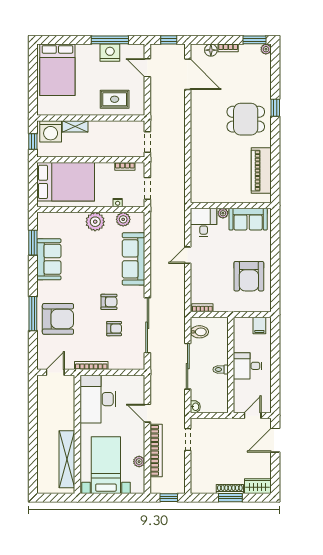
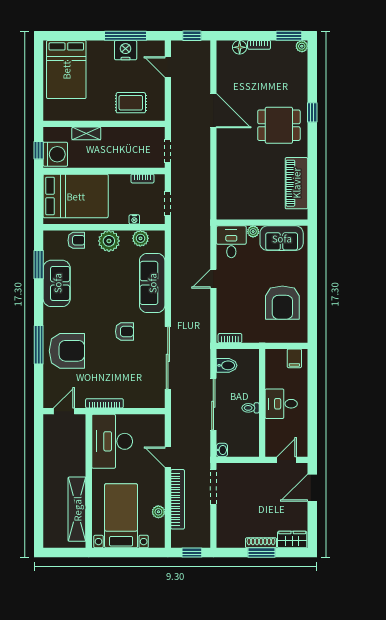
door: (188, 74) -> (213, 111), moved
washing machine: (51, 131) -> (55, 154), moved, turned -90
armchair: (114, 329) -> (76, 240), moved
doorway: (188, 439) -> (213, 487), width x1.38

